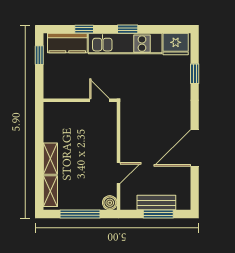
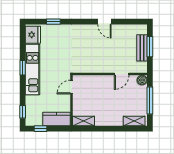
window: (84, 29) -> (23, 112), moved
kitchen counter: (67, 43) -> (57, 119), moved, turned -90
door: (195, 148) -> (104, 22), width x0.53
shelving: (50, 159) -> (84, 121), moved
door: (119, 173) -> (122, 74), swing flipped

